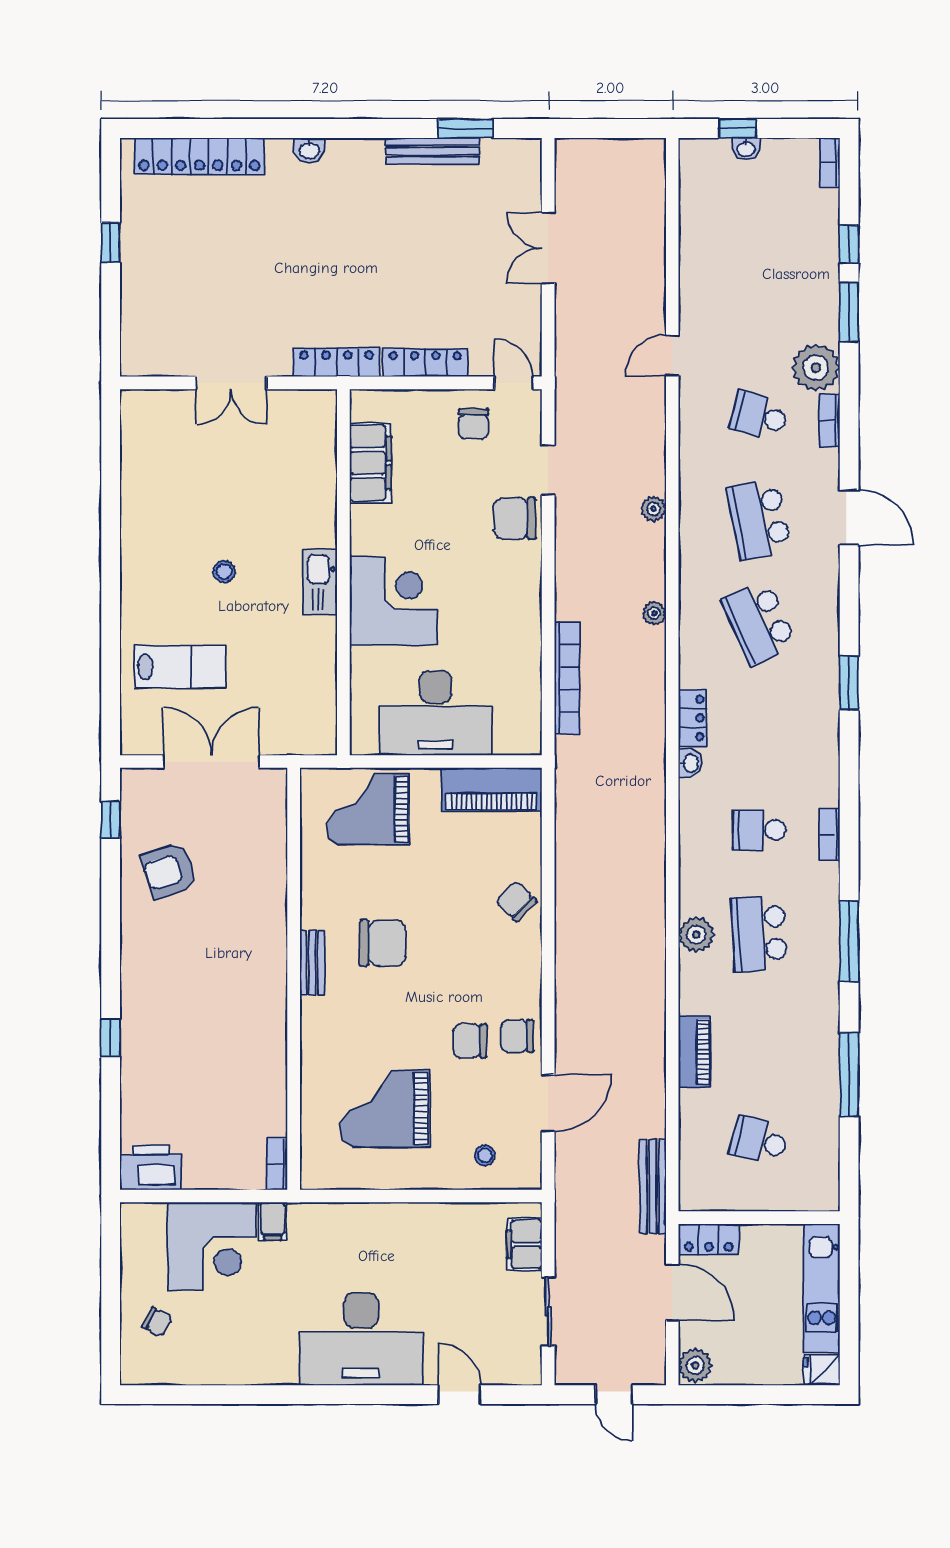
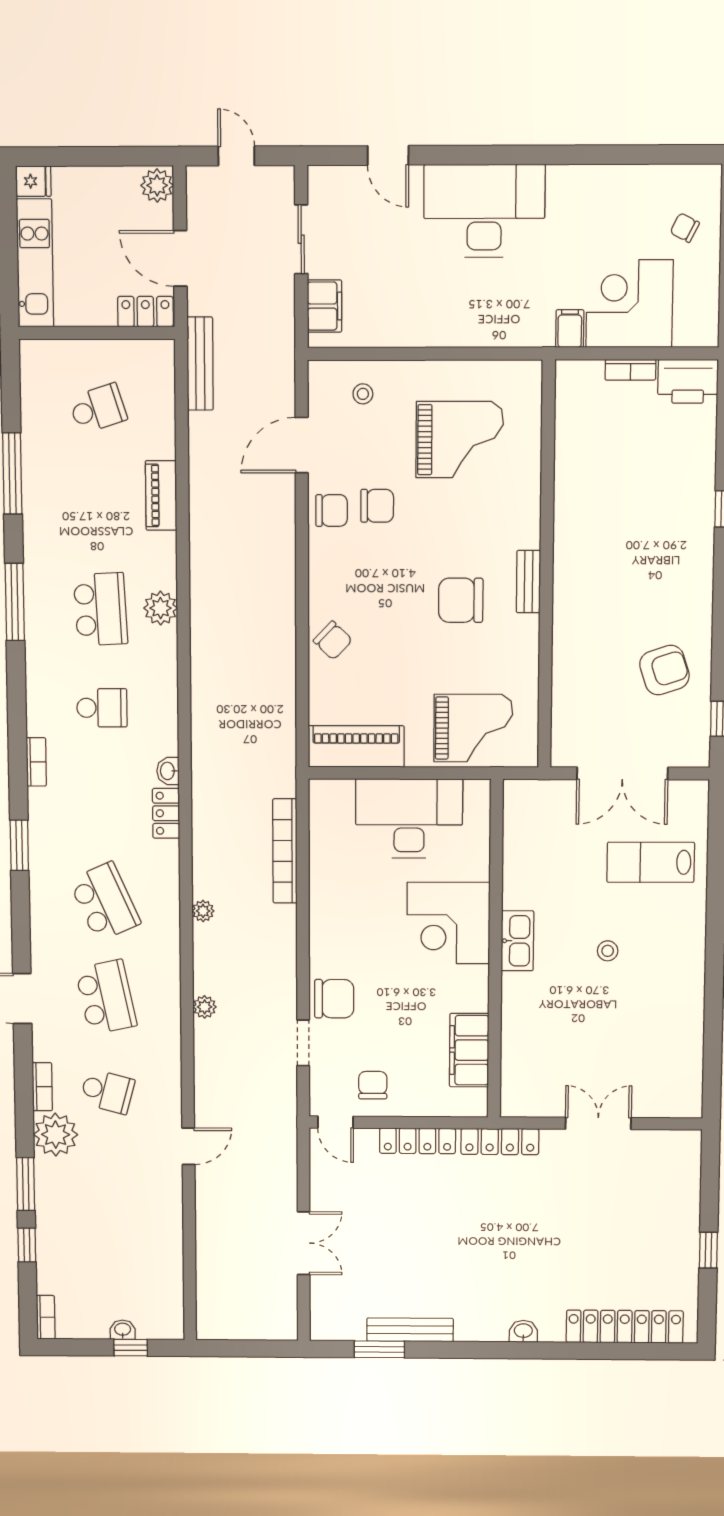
bookcase: (830, 835) -> (36, 762), moved
school desk: (759, 1141) -> (98, 409), turned -33
bookcase: (277, 1164) -> (630, 370), moved, turned 90

